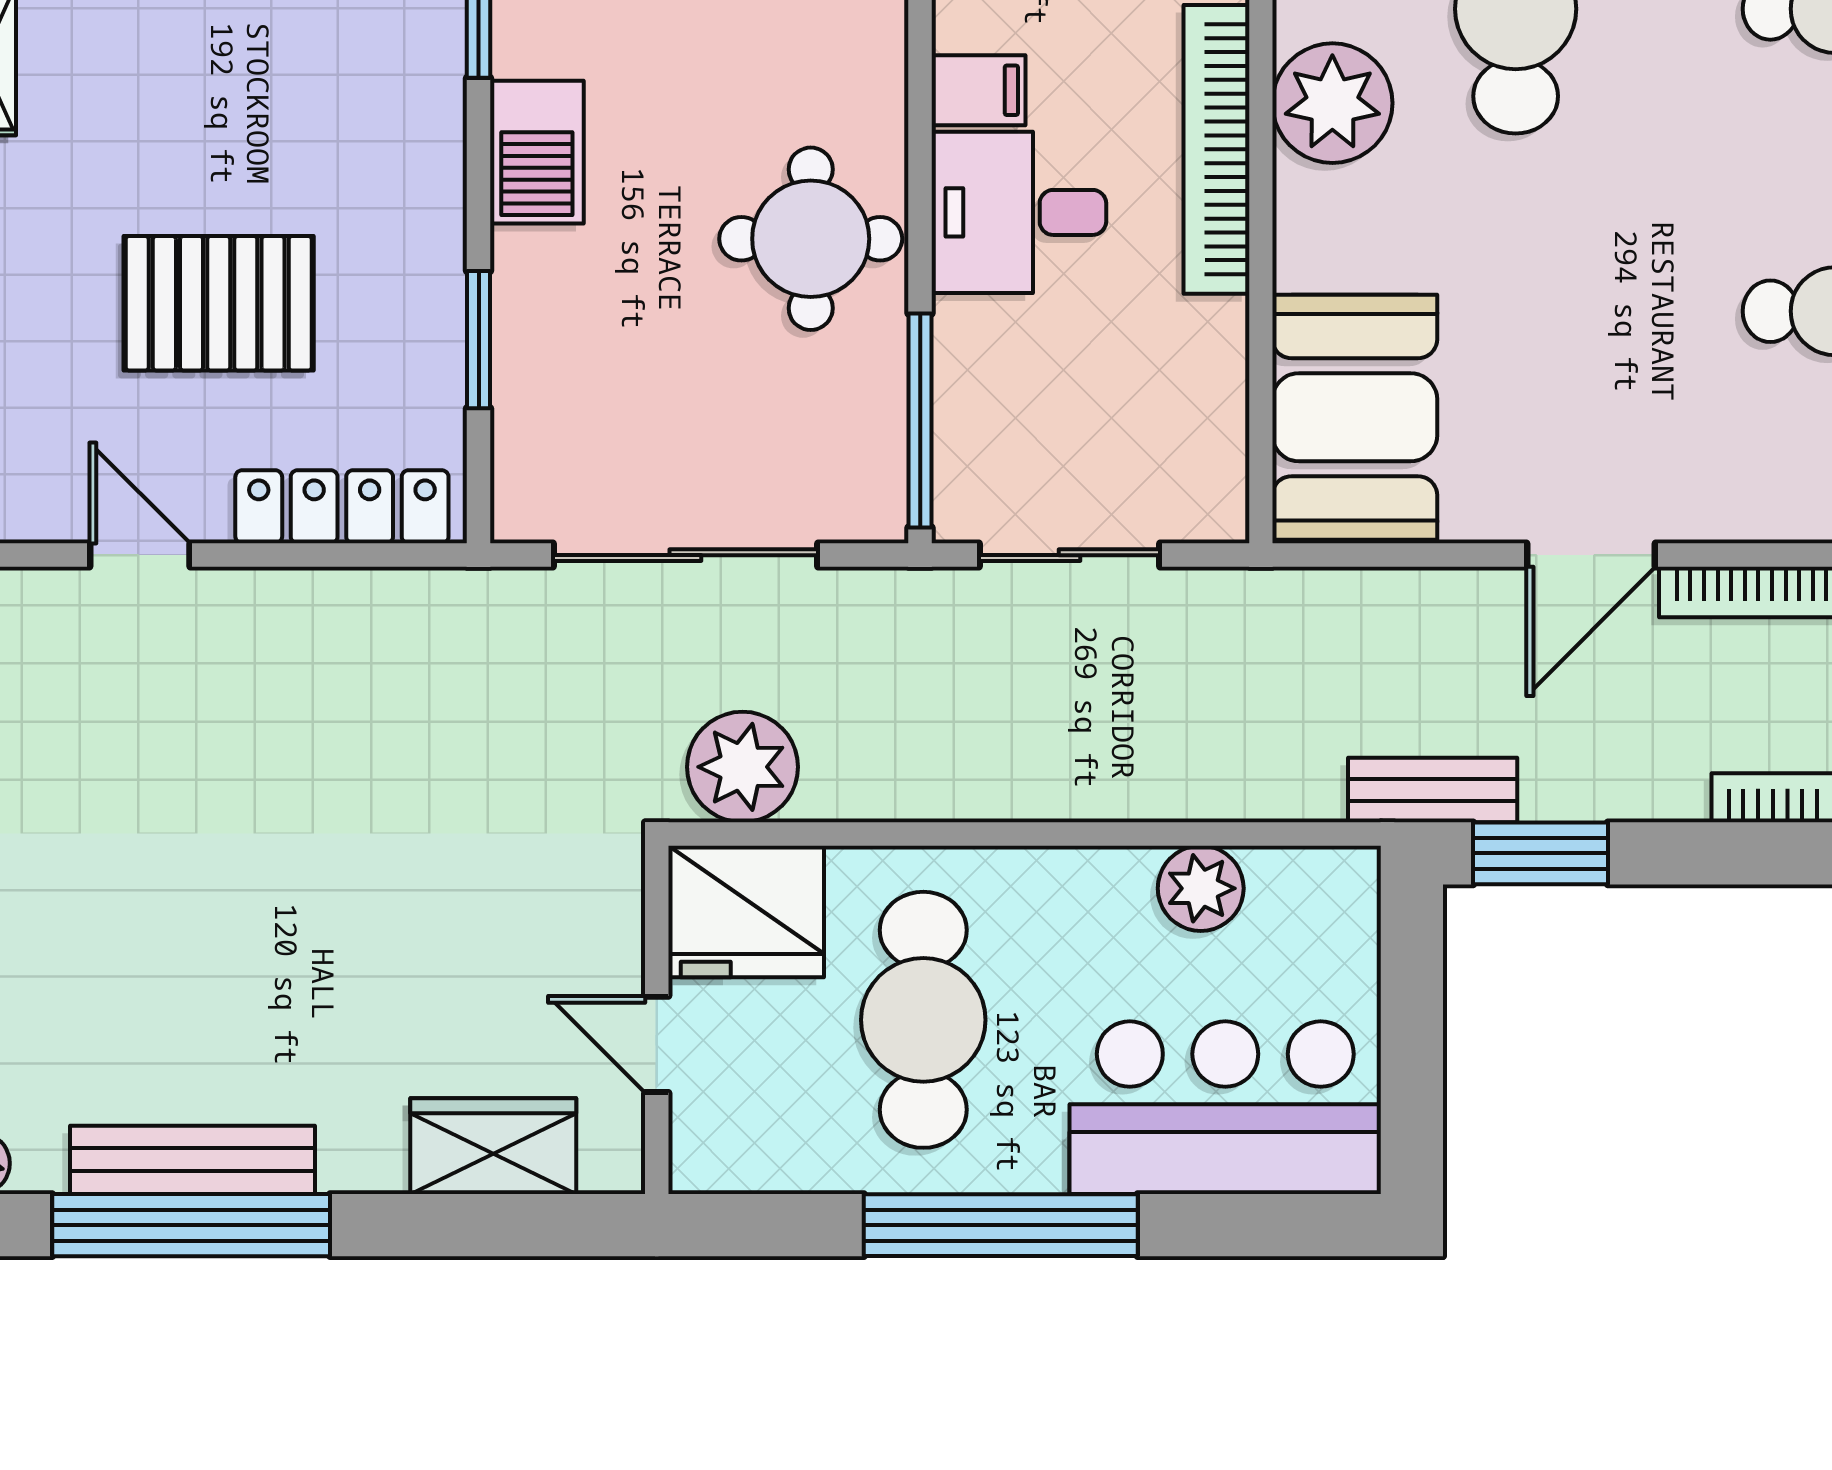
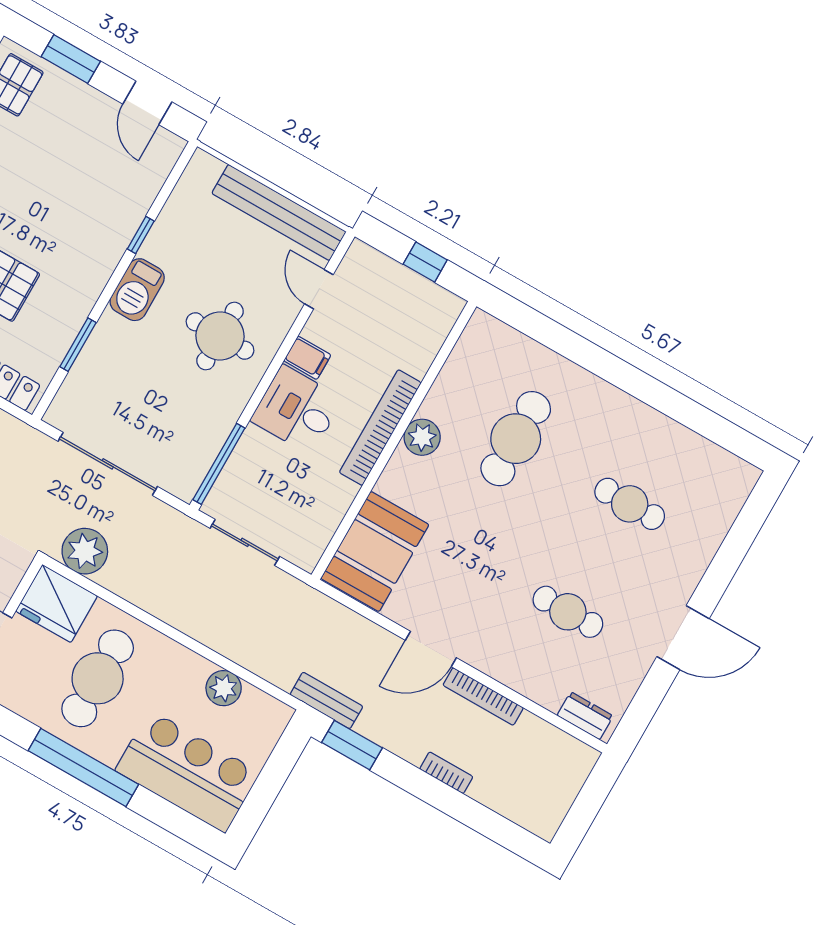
plant: (1332, 103) -> (422, 437), width x0.73, depth x0.73
round table: (811, 239) -> (220, 336), moved

